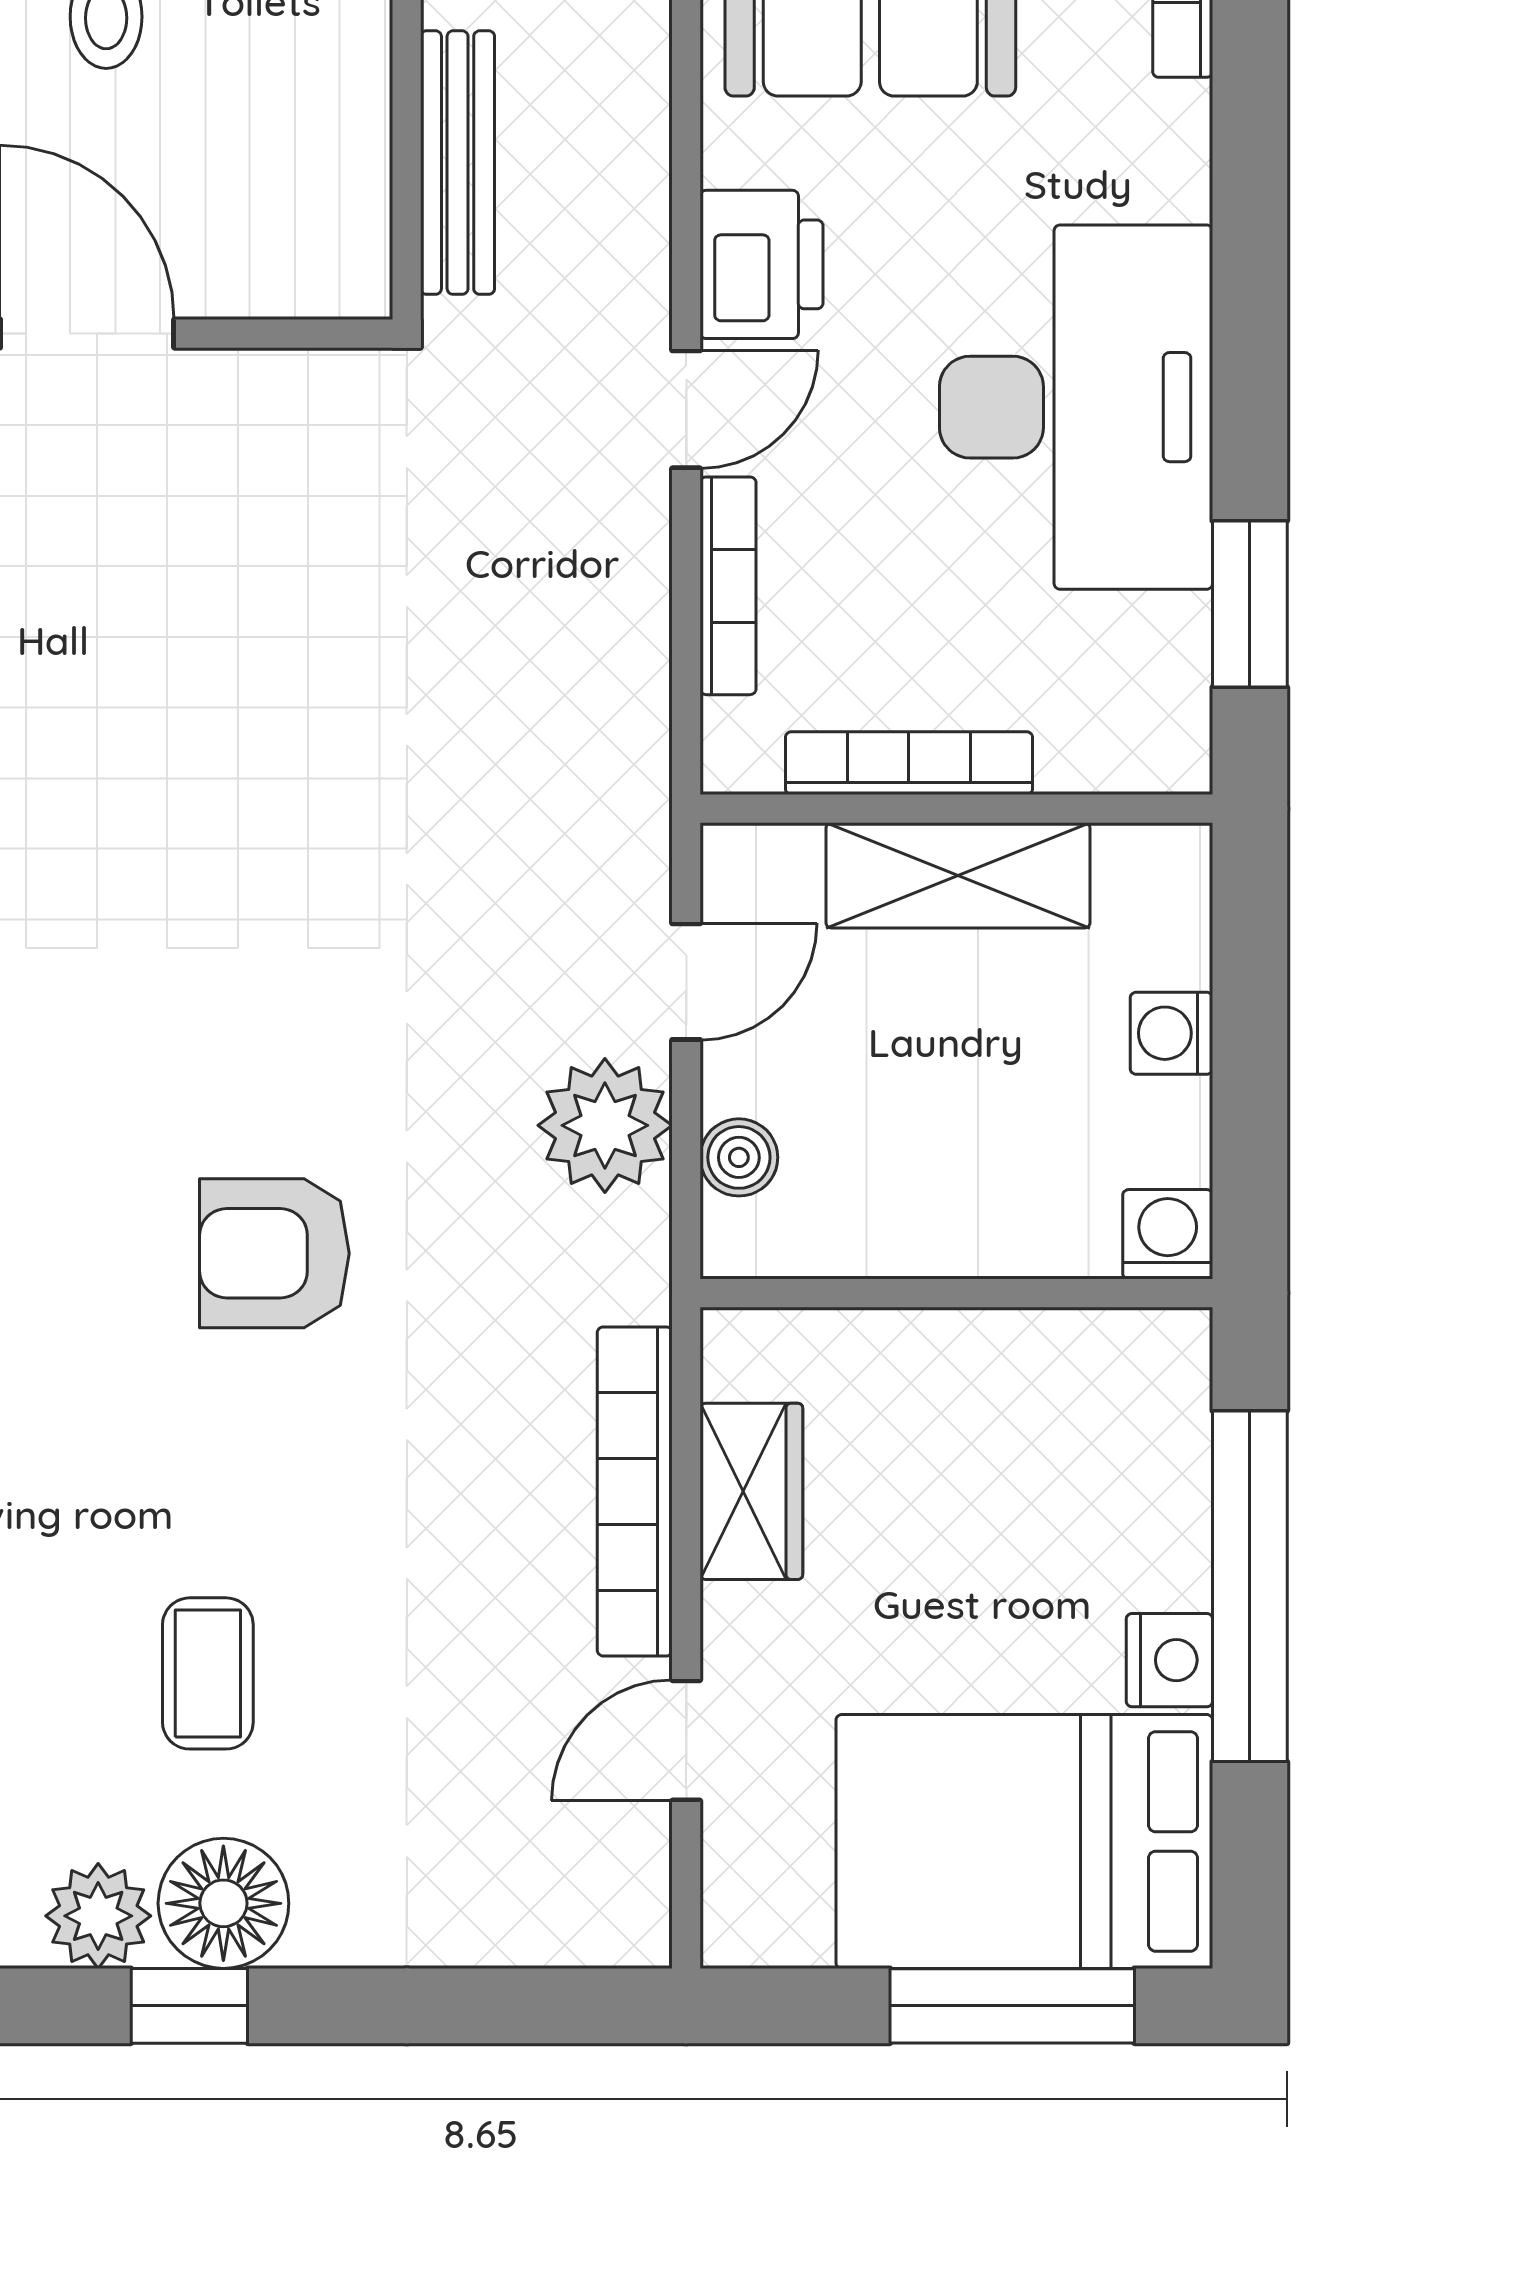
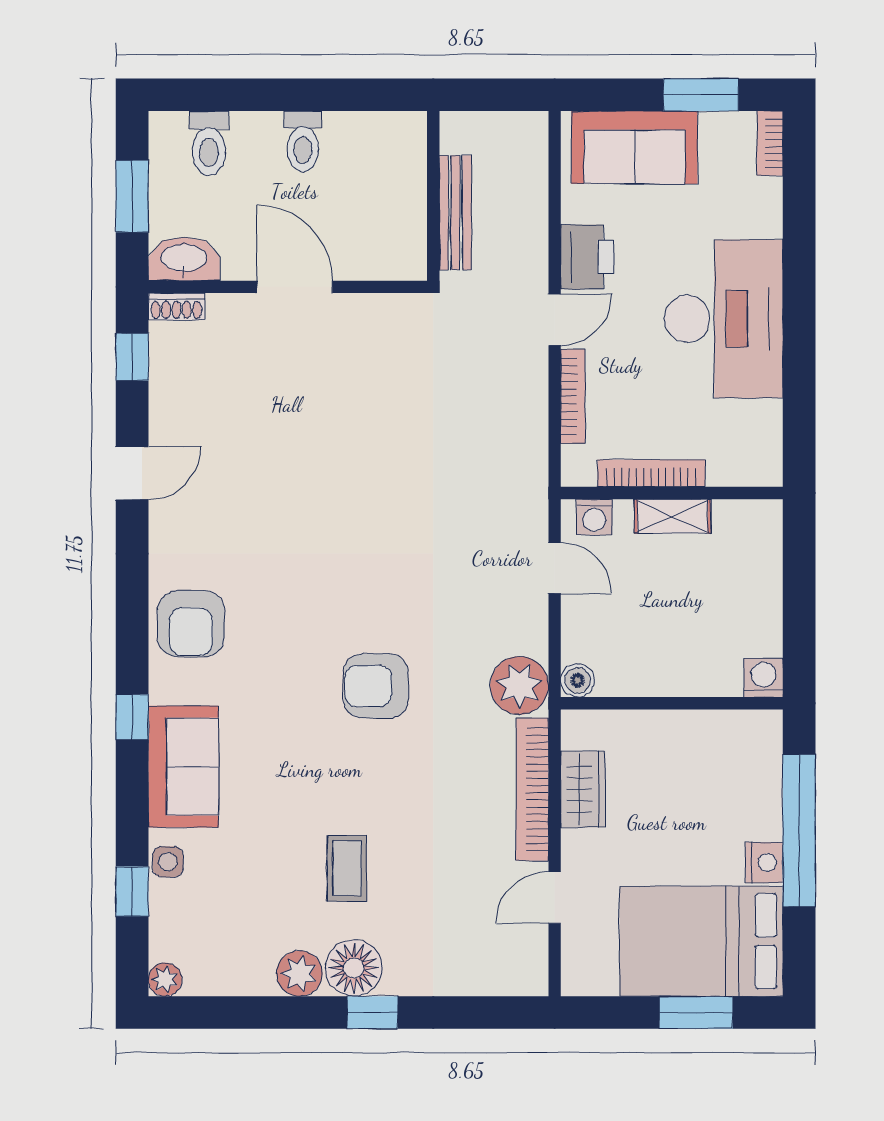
window: (1250, 604) -> (799, 404), removed
shelving: (958, 875) -> (673, 516), width x0.67, depth x0.75
door: (686, 982) -> (555, 568), hinge flipped
washing machine: (1171, 1033) -> (594, 517), moved, turned -90
plant: (605, 1125) -> (519, 685), moved
boiler: (739, 1157) -> (577, 680), moved
window: (189, 2006) -> (372, 1012), moved
window: (1012, 2006) -> (696, 1012), width x0.69

